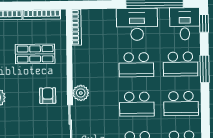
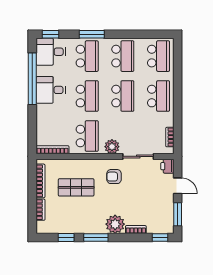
desk: (137, 24) -> (51, 90), width x0.73
shop shelf: (35, 54) -> (76, 187), turned 90
school desk: (92, 65) -> (87, 136), added

